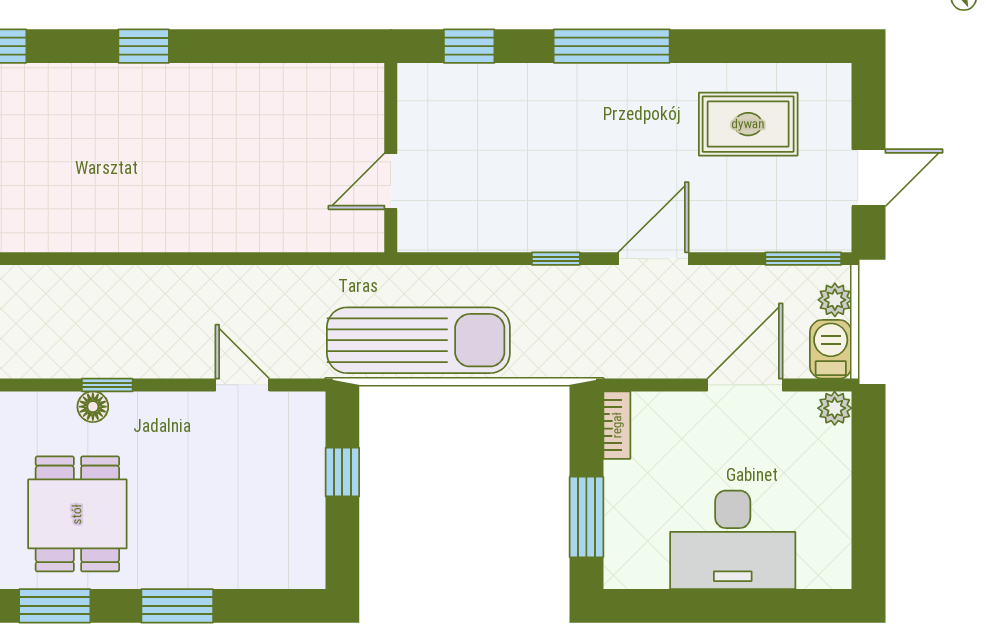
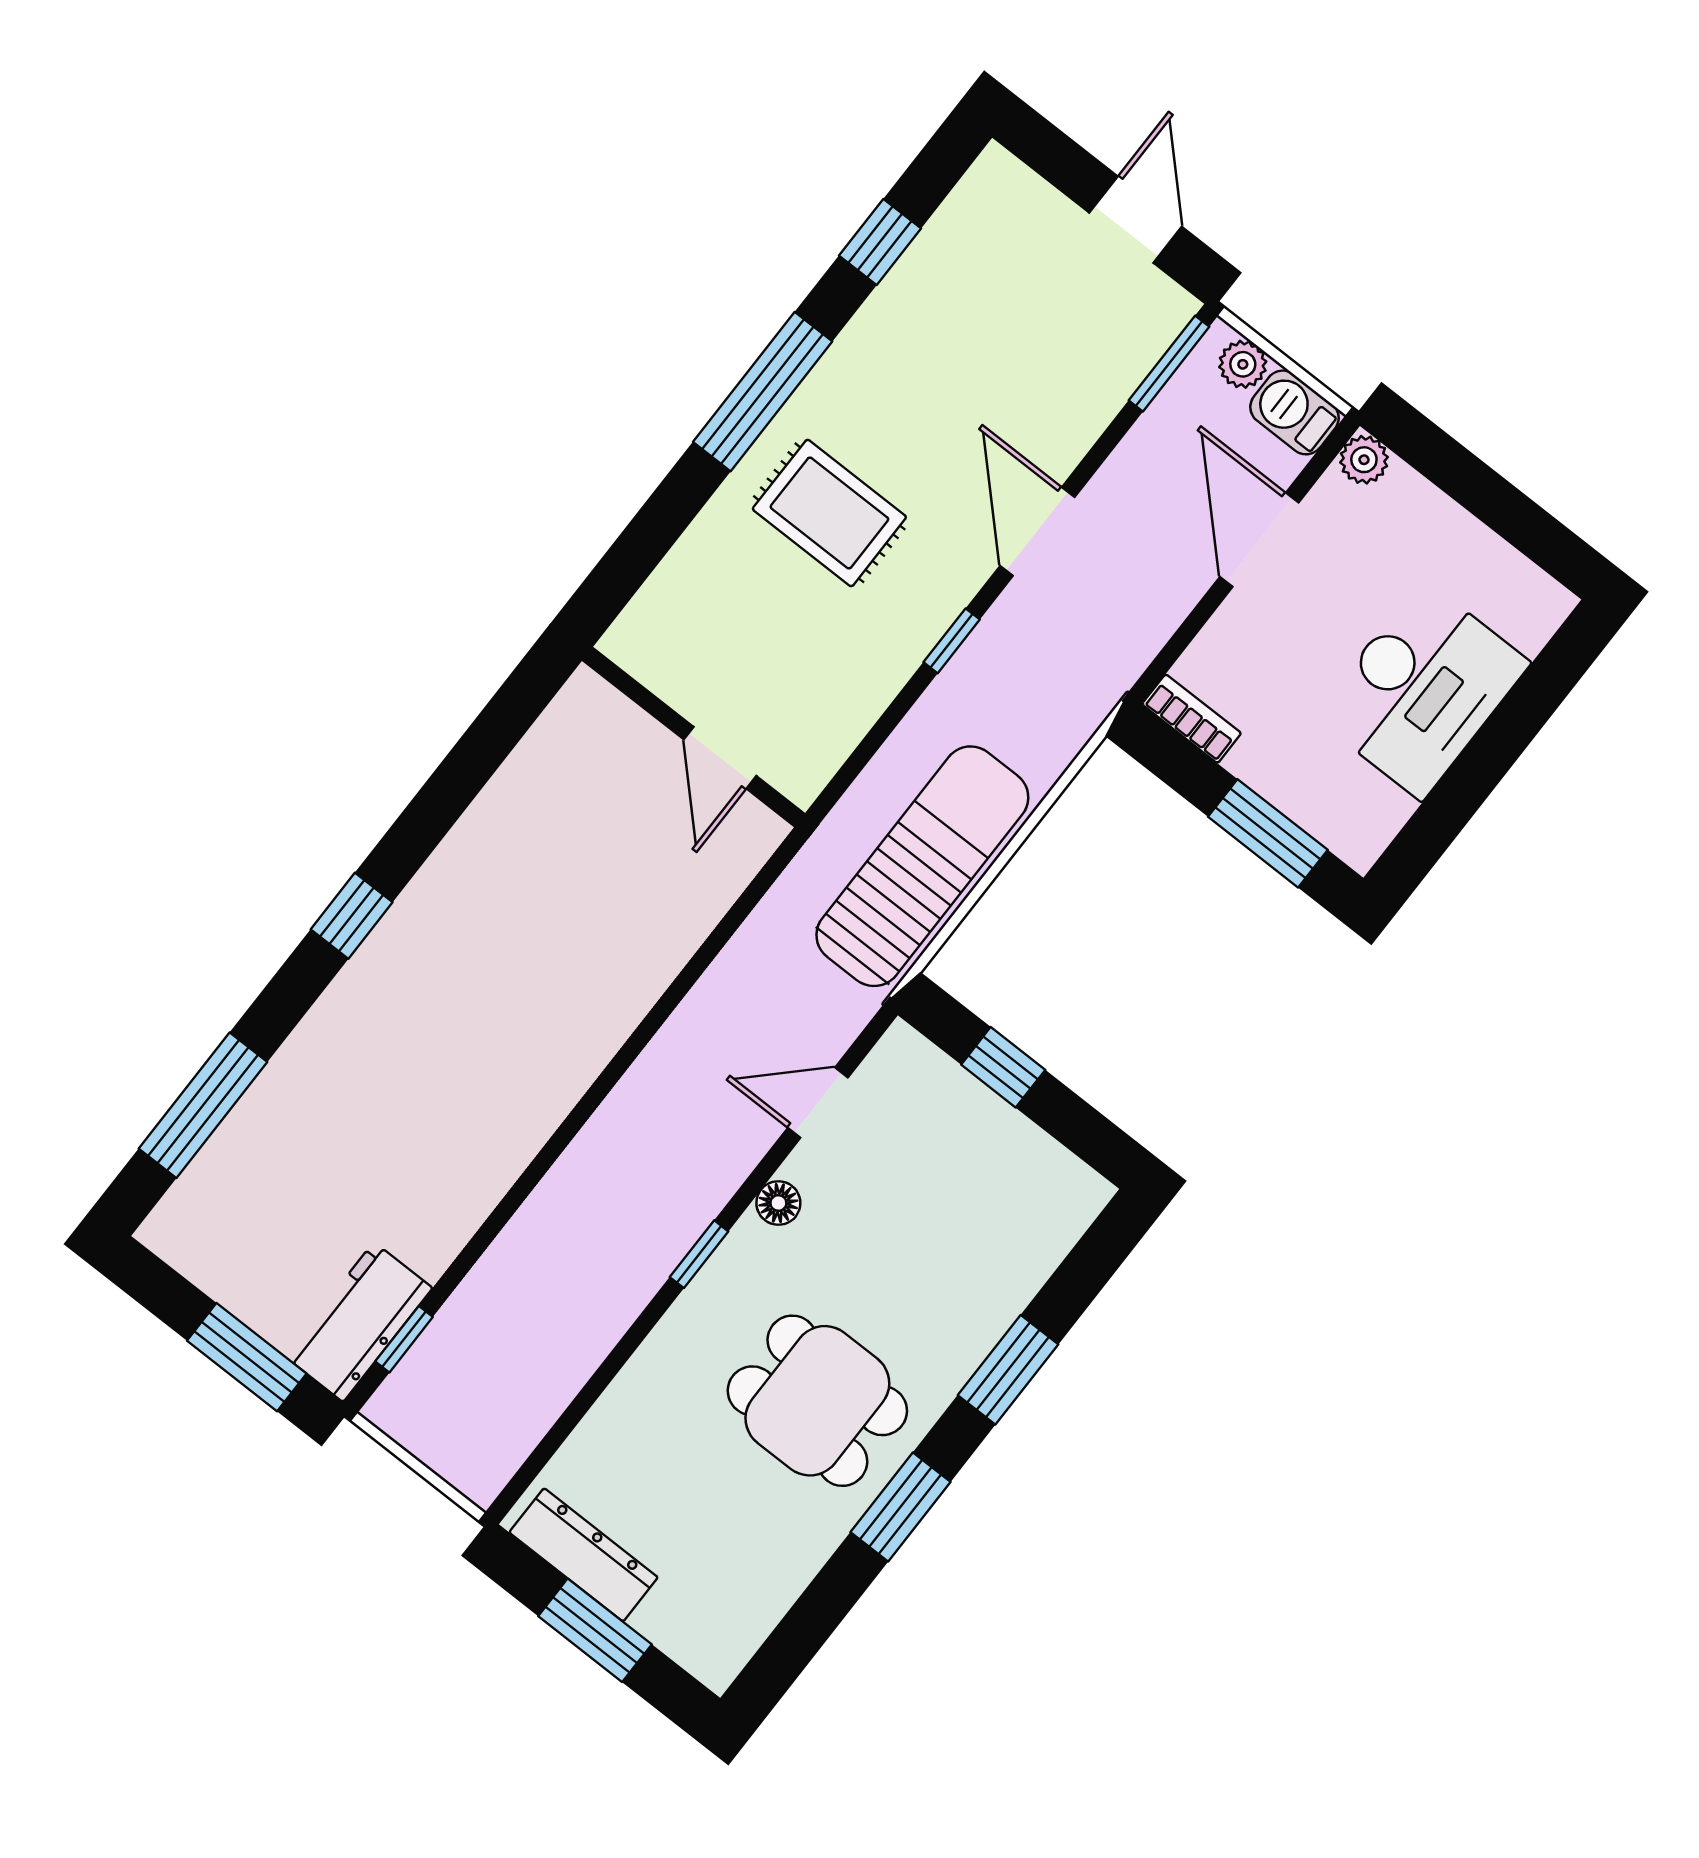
window: (469, 46) -> (880, 242), moved
rug: (748, 124) -> (829, 513), moved, turned 90
floor lamp: (93, 407) -> (778, 1203), moved

